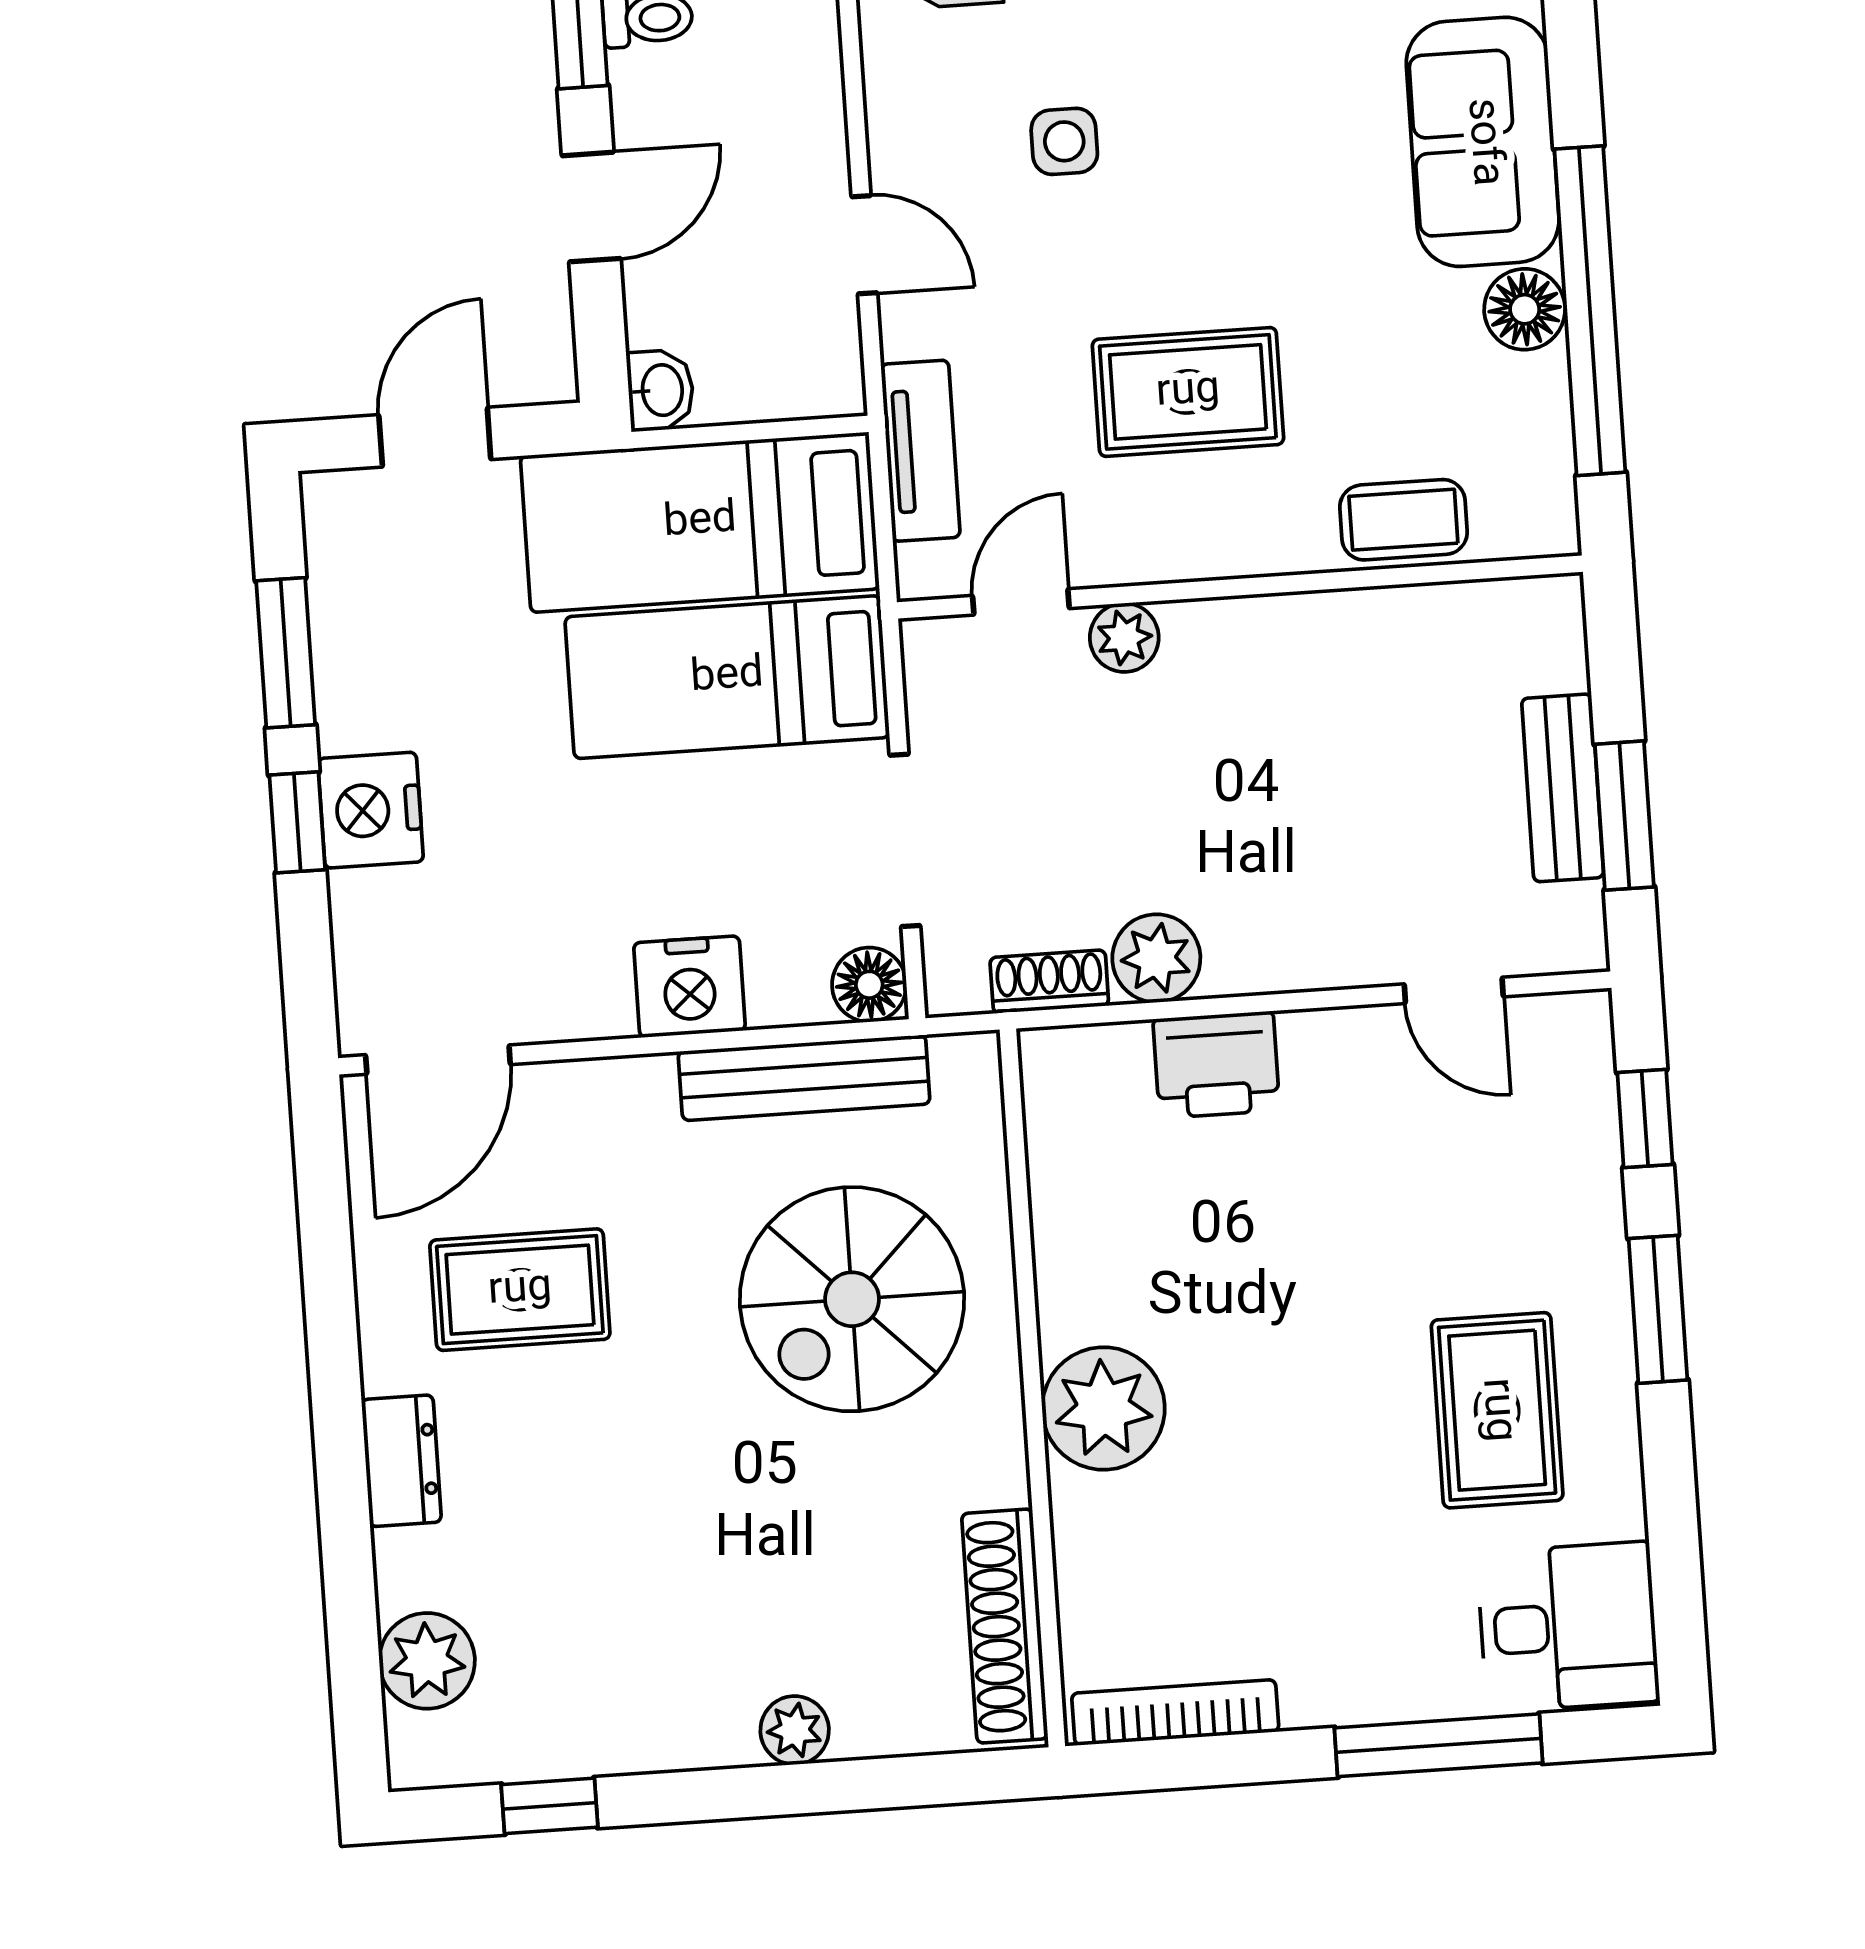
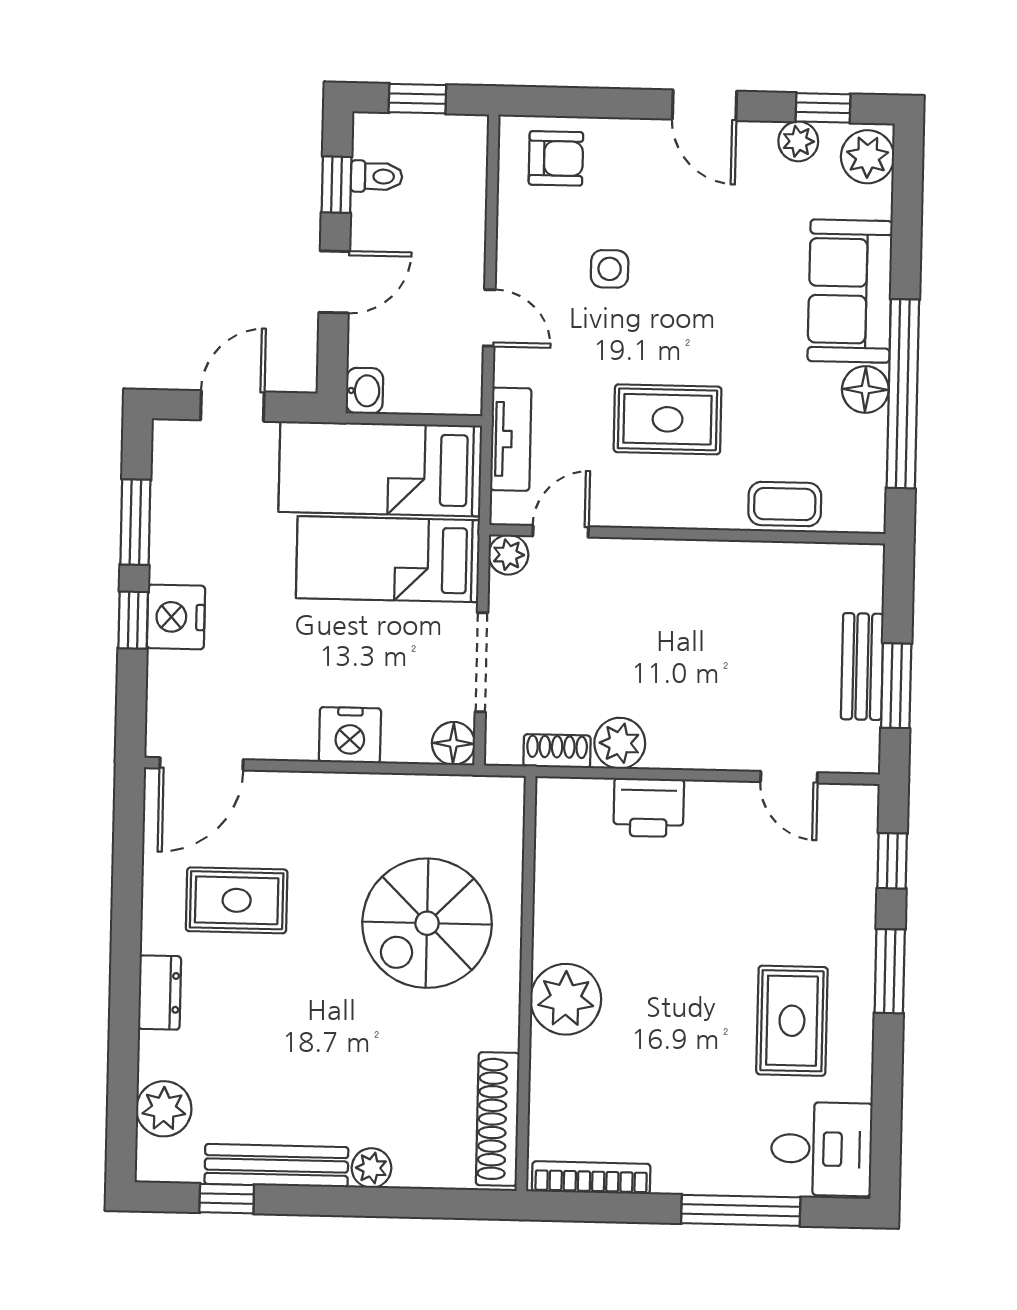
plant: (1124, 638) -> (508, 555), moved
bench: (804, 1078) -> (276, 1166), moved

